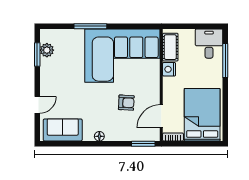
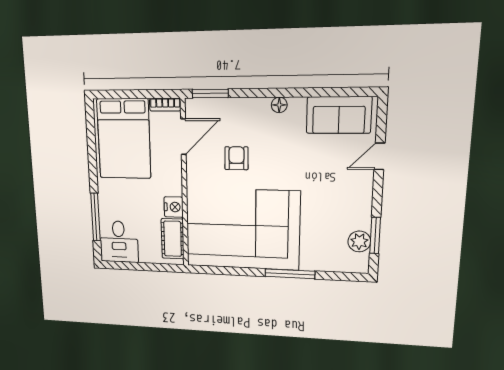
armchair: (126, 103) -> (236, 158), turned 87

